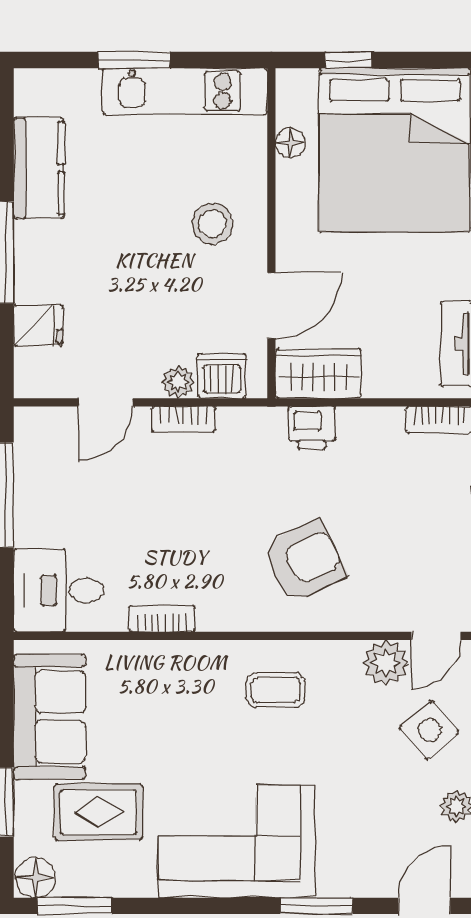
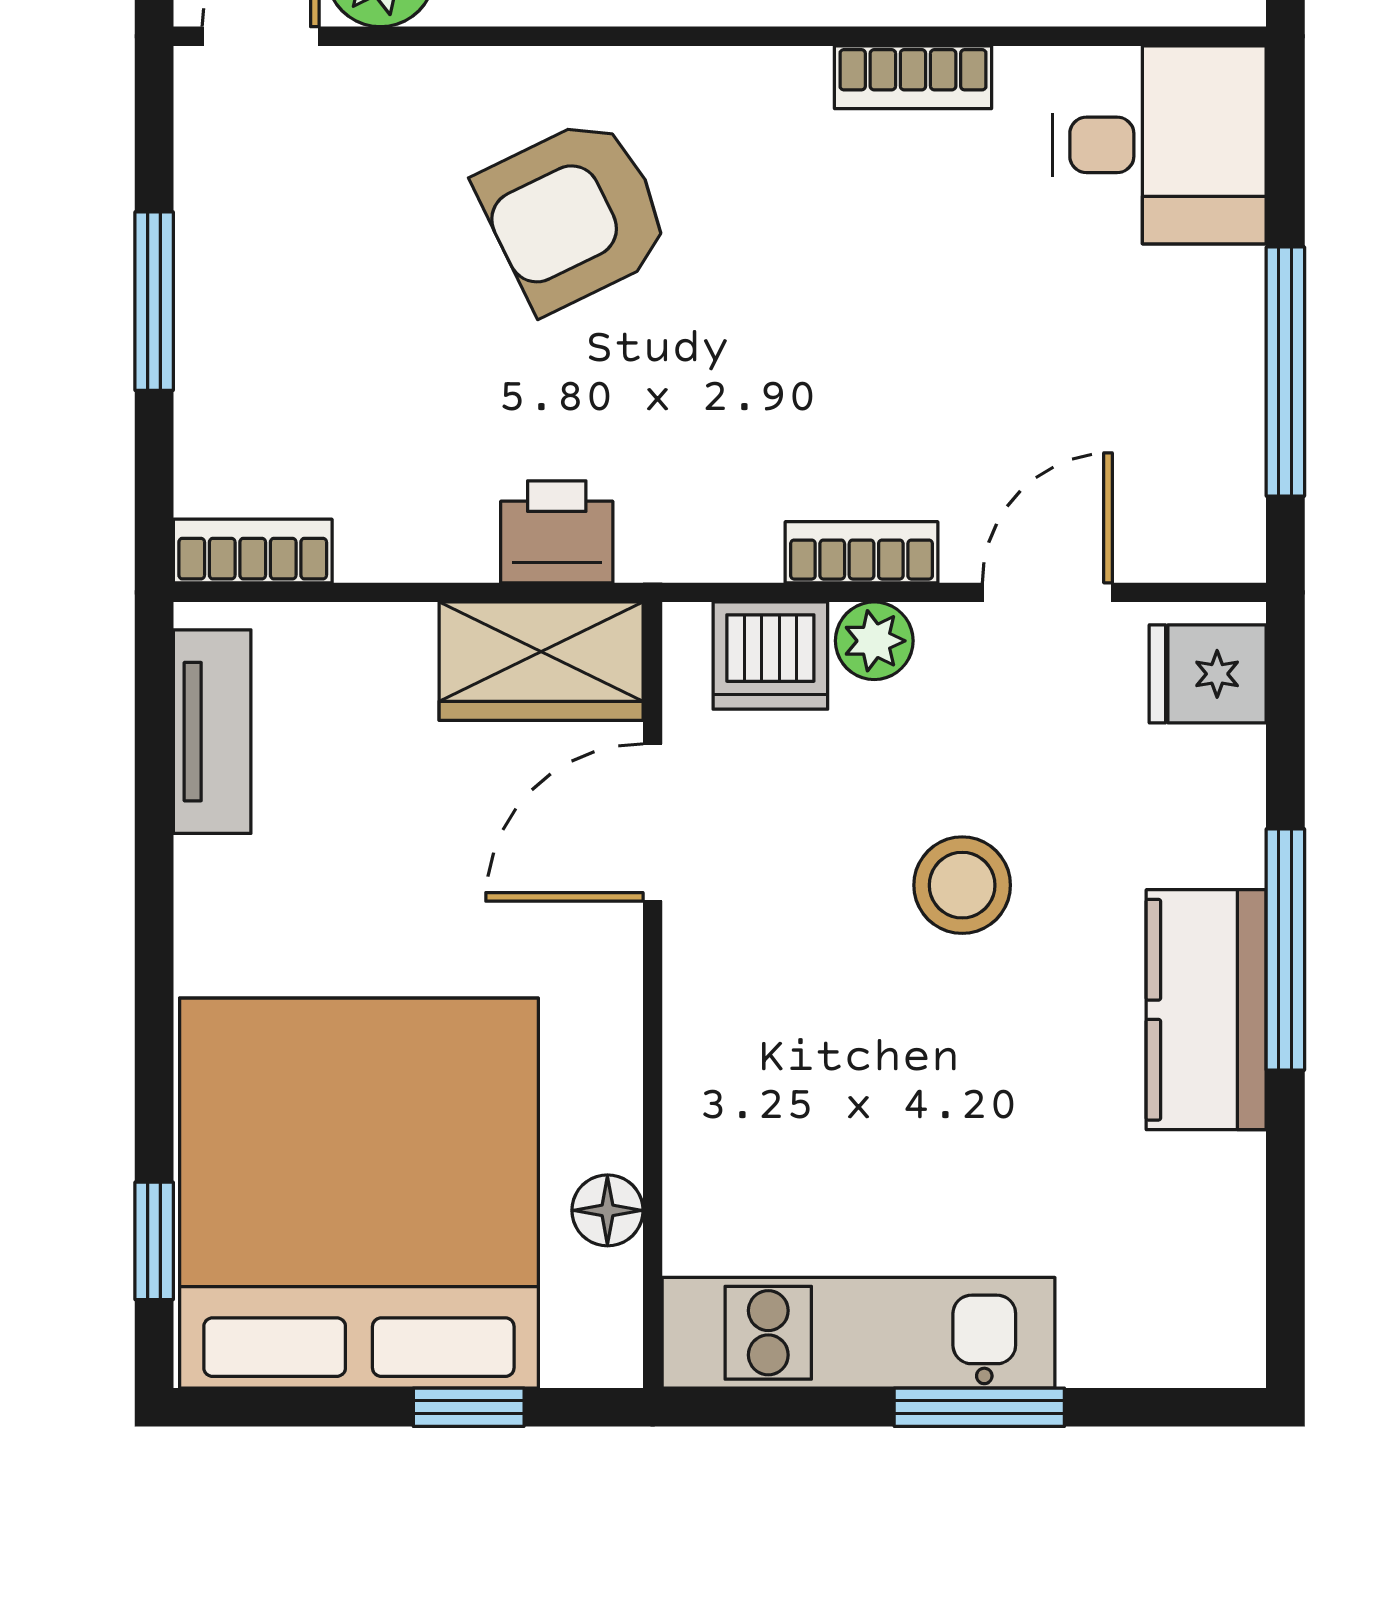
kitchen counter: (39, 168) -> (1206, 1010), moved
stool: (212, 224) -> (962, 885), moved
fridge: (38, 326) -> (1208, 674), moved

